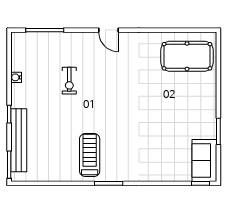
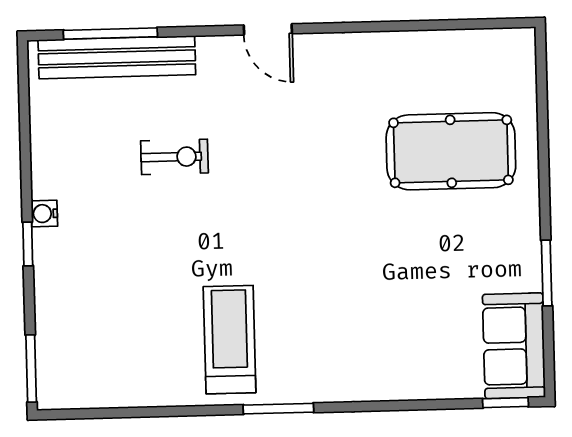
pool table: (187, 56) -> (451, 151), moved
water cooler: (16, 77) -> (44, 214), moved
exercise bike: (69, 81) -> (174, 157), turned -90
bench: (19, 140) -> (117, 57), moved, turned 90

